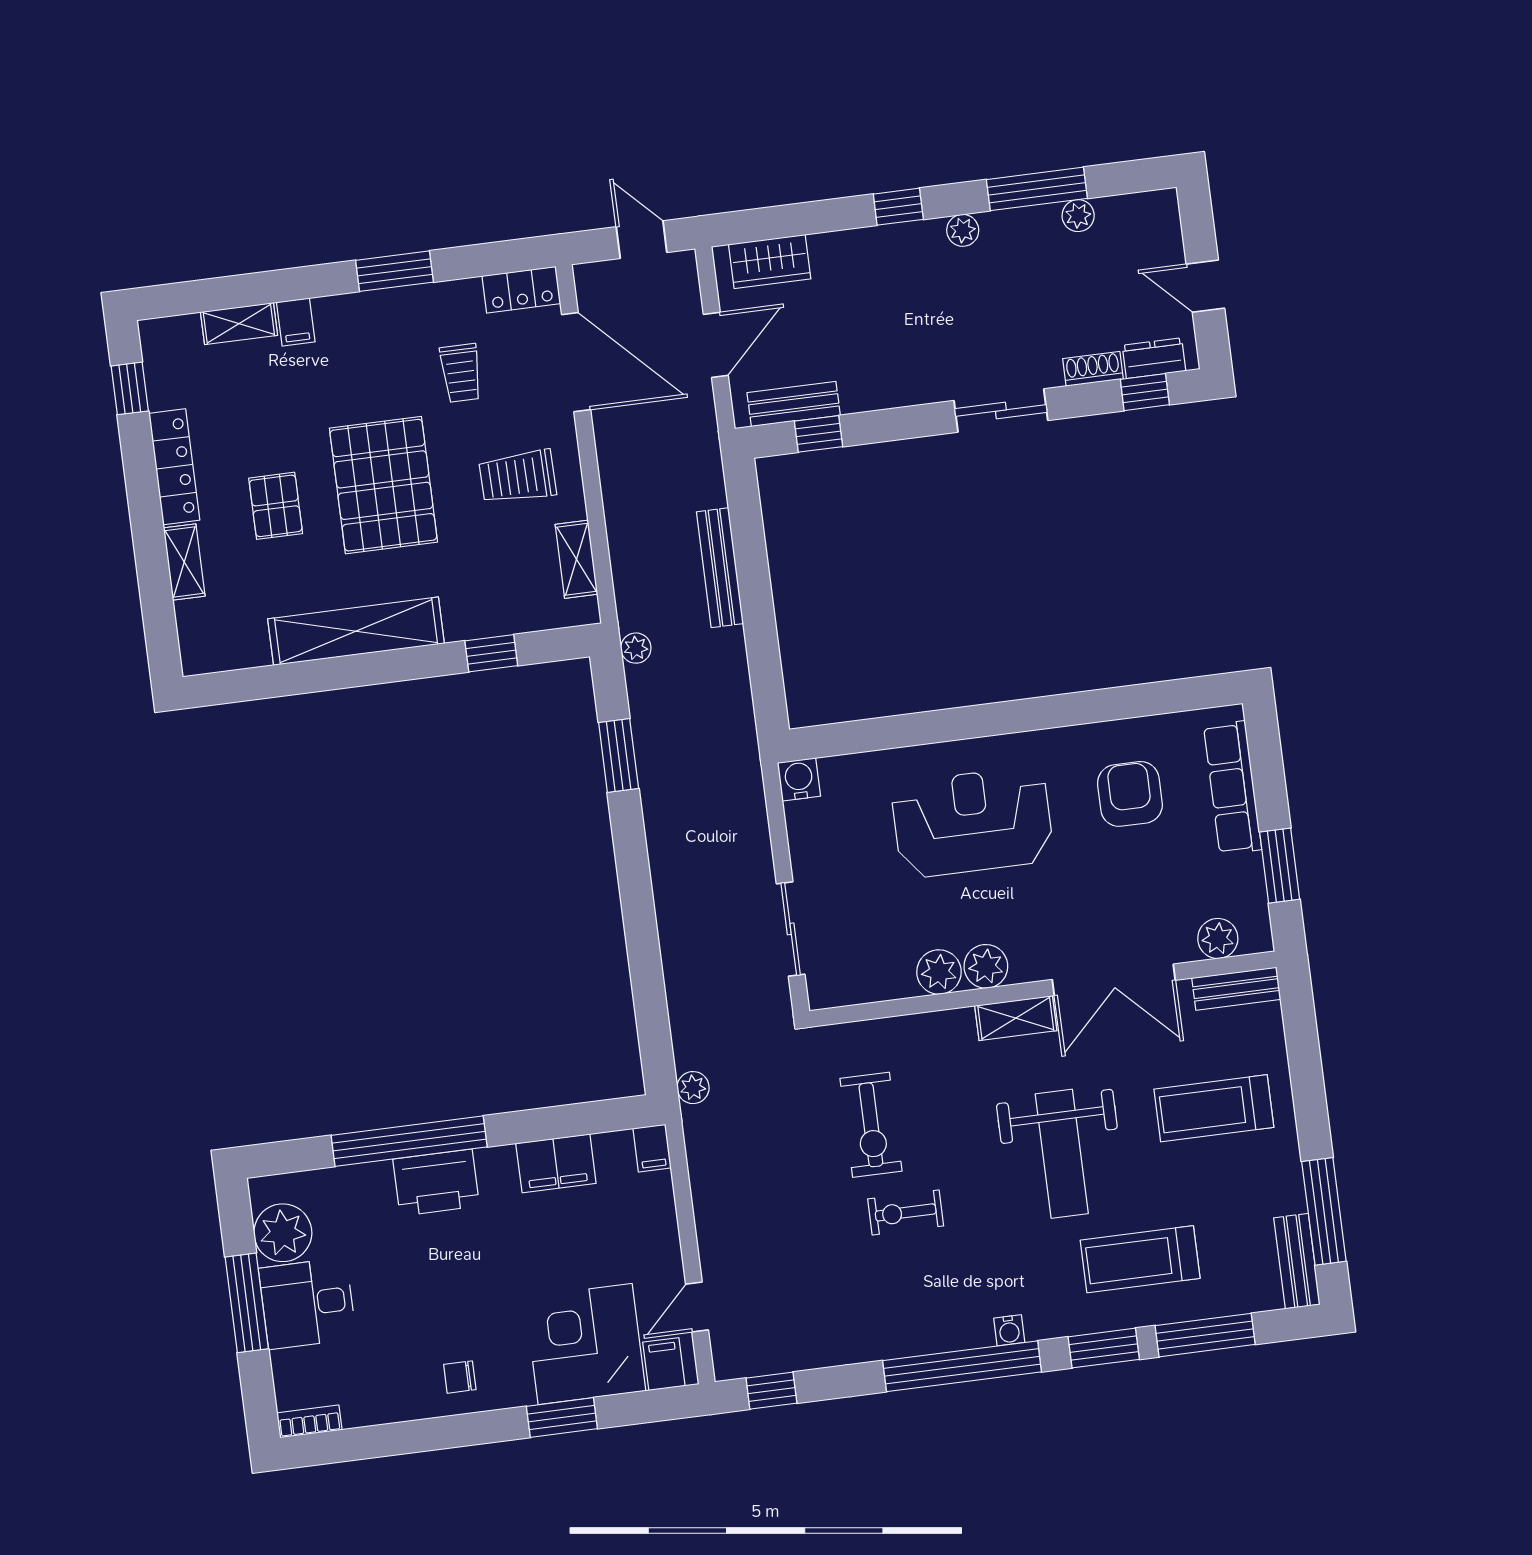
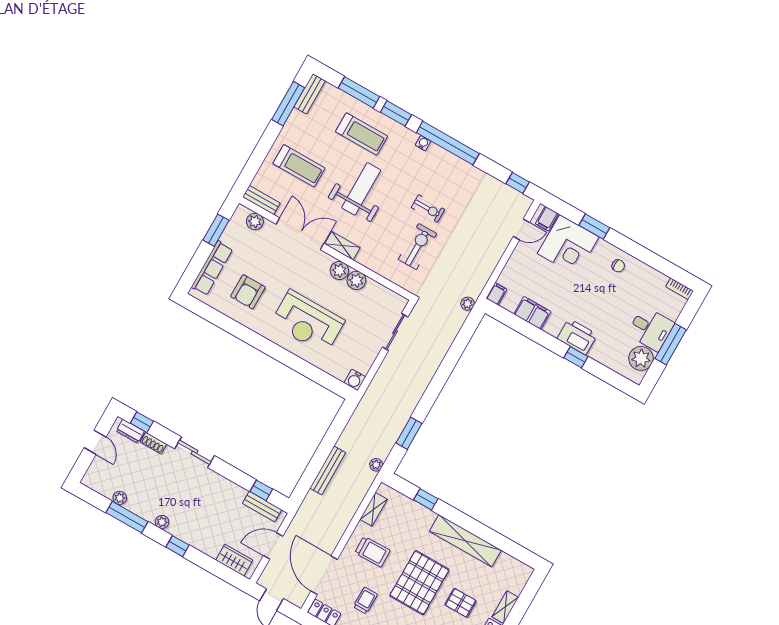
pallet: (276, 506) -> (461, 603), turned 90
window: (409, 1141) -> (576, 357), width x0.32

